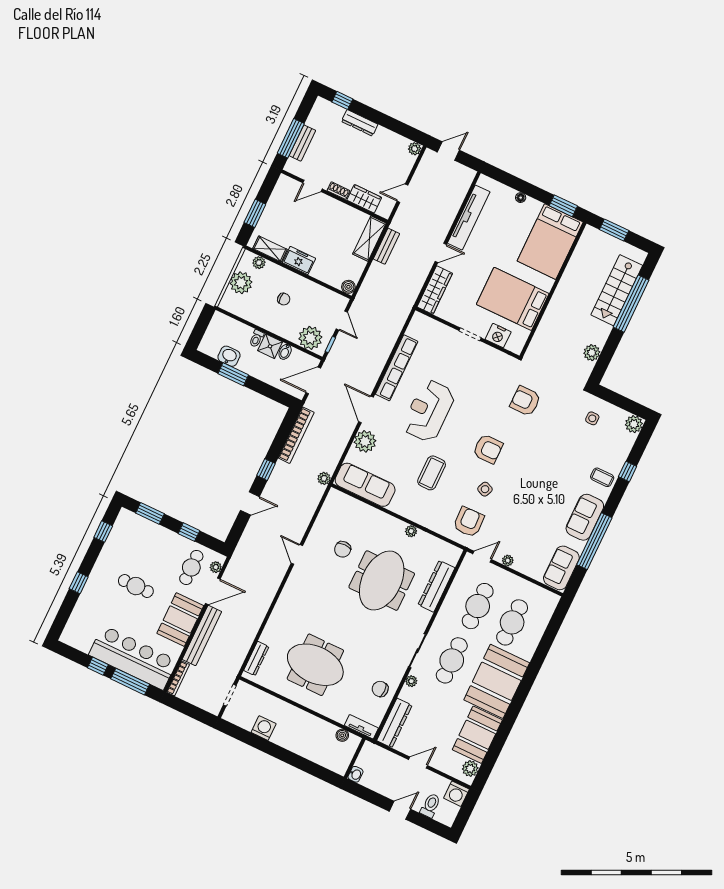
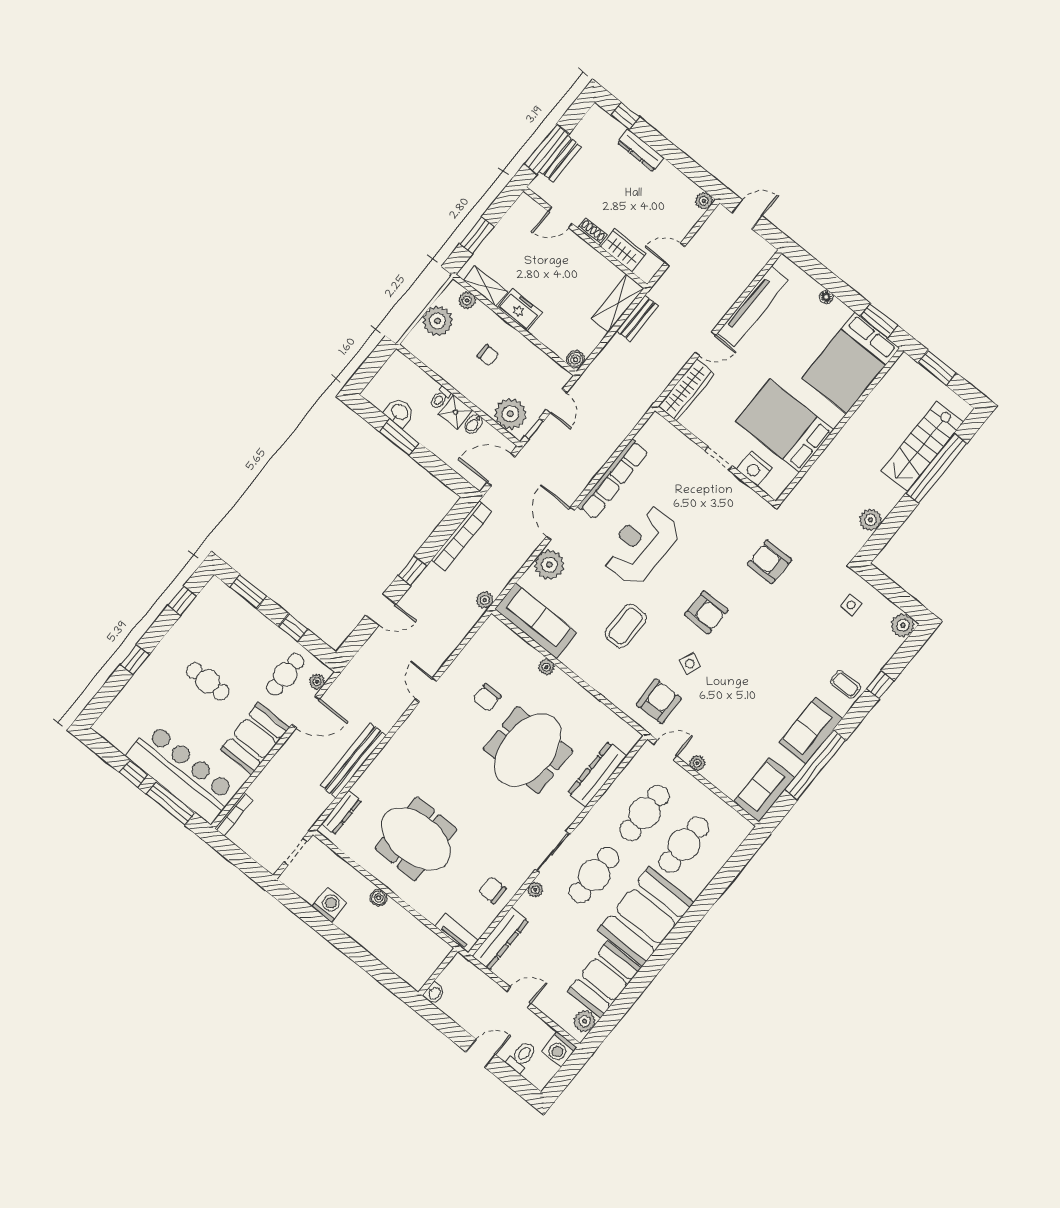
plant: (411, 531) -> (546, 667), moved
bench: (202, 635) -> (353, 761), moved
boiler: (342, 735) -> (379, 898), moved

